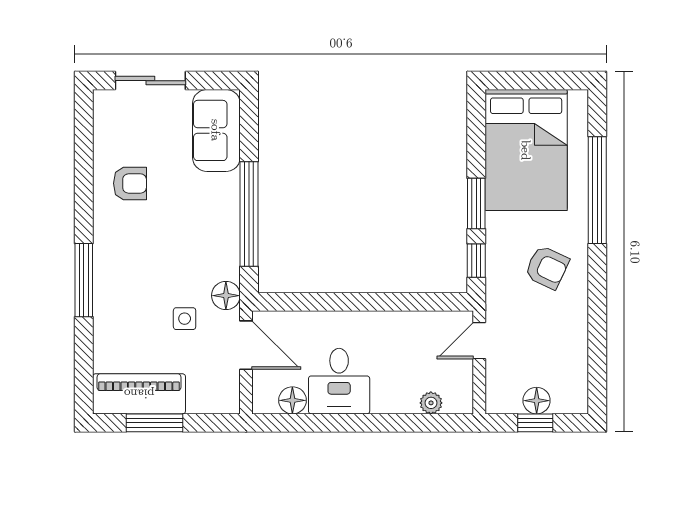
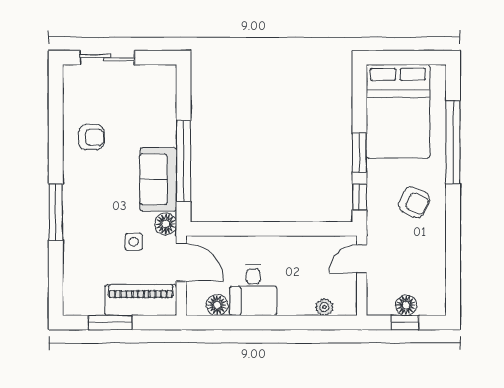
sofa: (216, 130) -> (158, 179), moved
piano: (139, 394) -> (141, 300), moved

